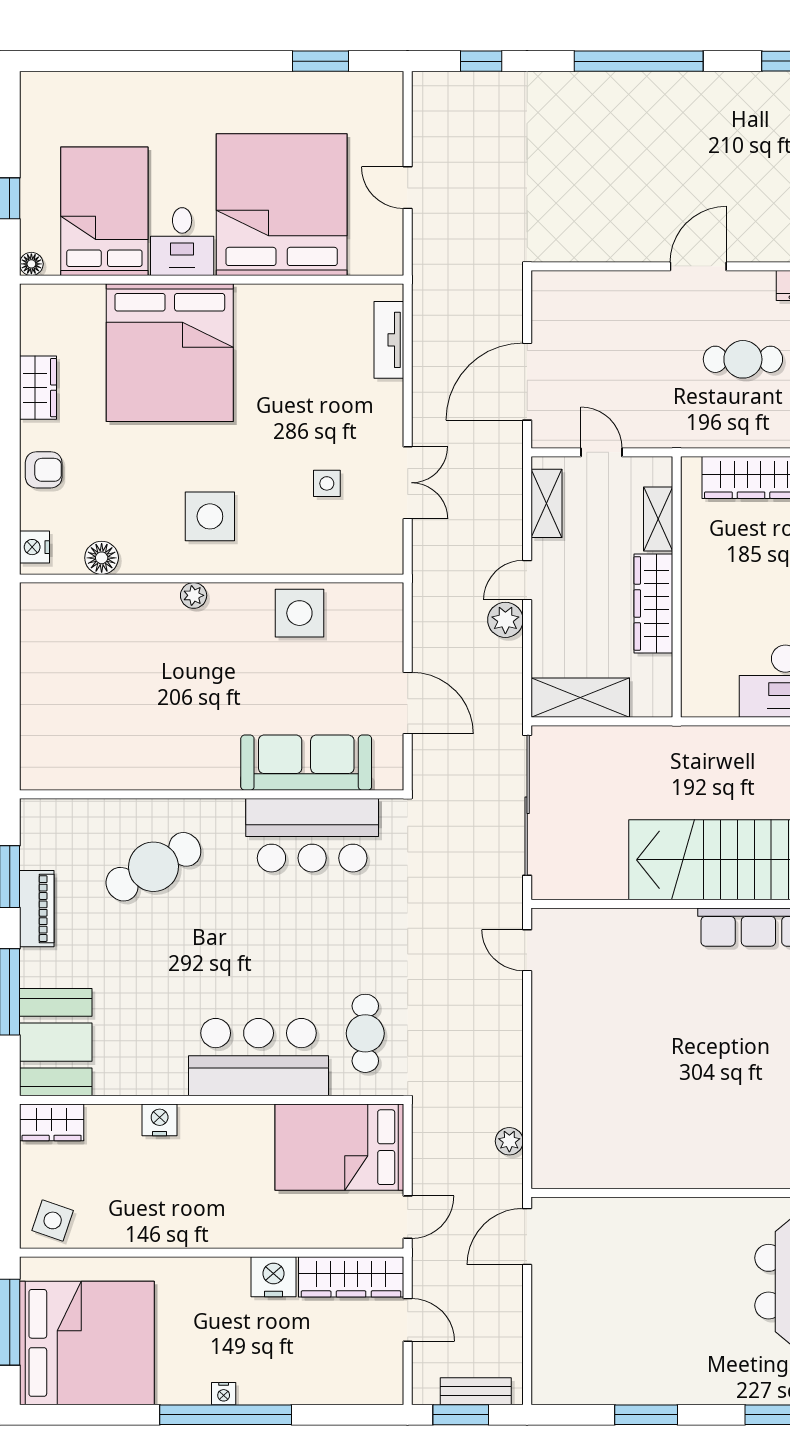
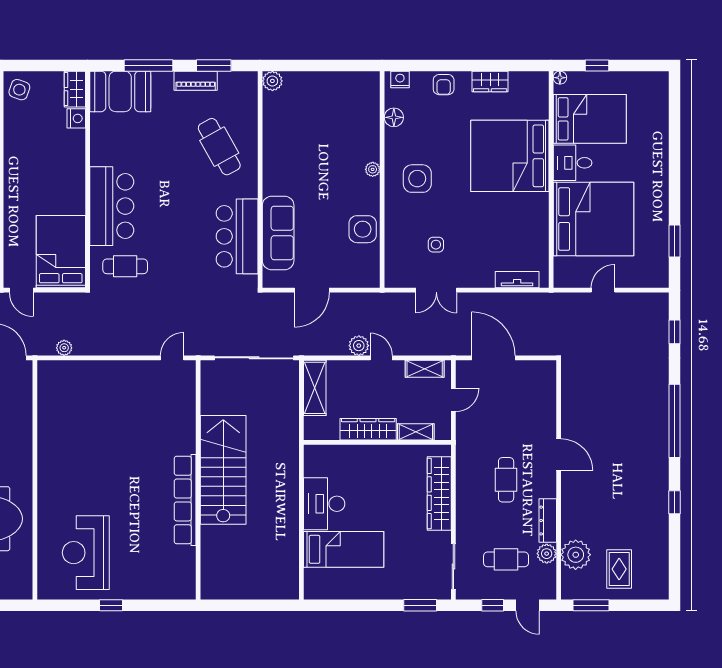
plant: (37, 773) -> (272, 81), added
nightstand: (160, 1120) -> (76, 118), moved

